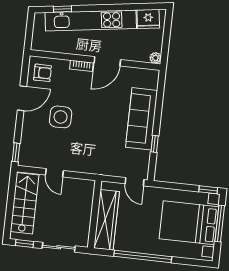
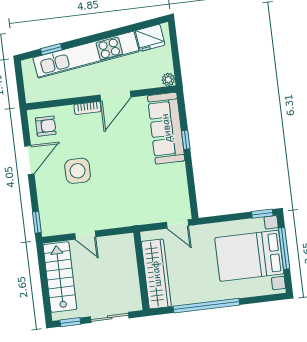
sofa: (142, 119) -> (166, 128), moved
window: (155, 144) -> (186, 140), moved

